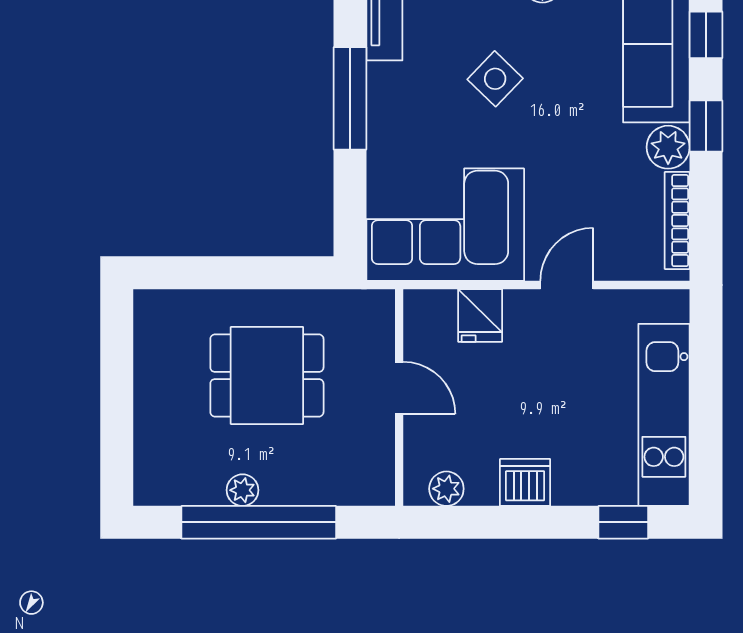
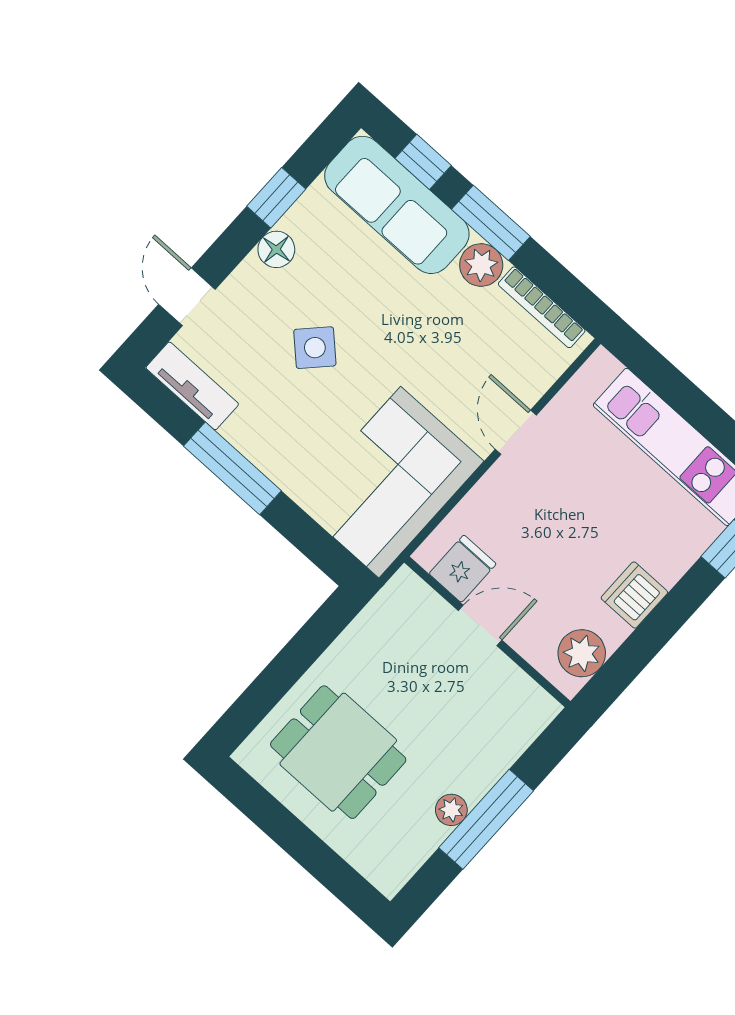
window: (706, 126) -> (491, 223), width x1.50
fridge: (480, 315) -> (463, 569), moved, turned -90
dining table: (267, 375) -> (338, 752), moved, turned 90
plant: (446, 489) -> (582, 653), width x1.38, depth x1.38
window: (259, 522) -> (486, 819), width x0.68

